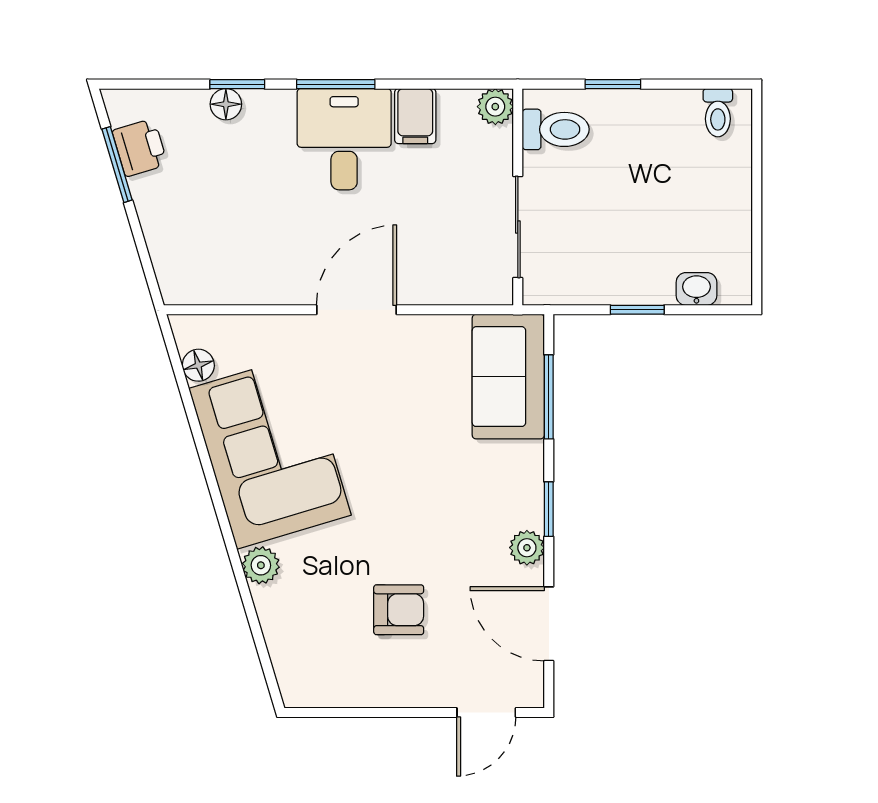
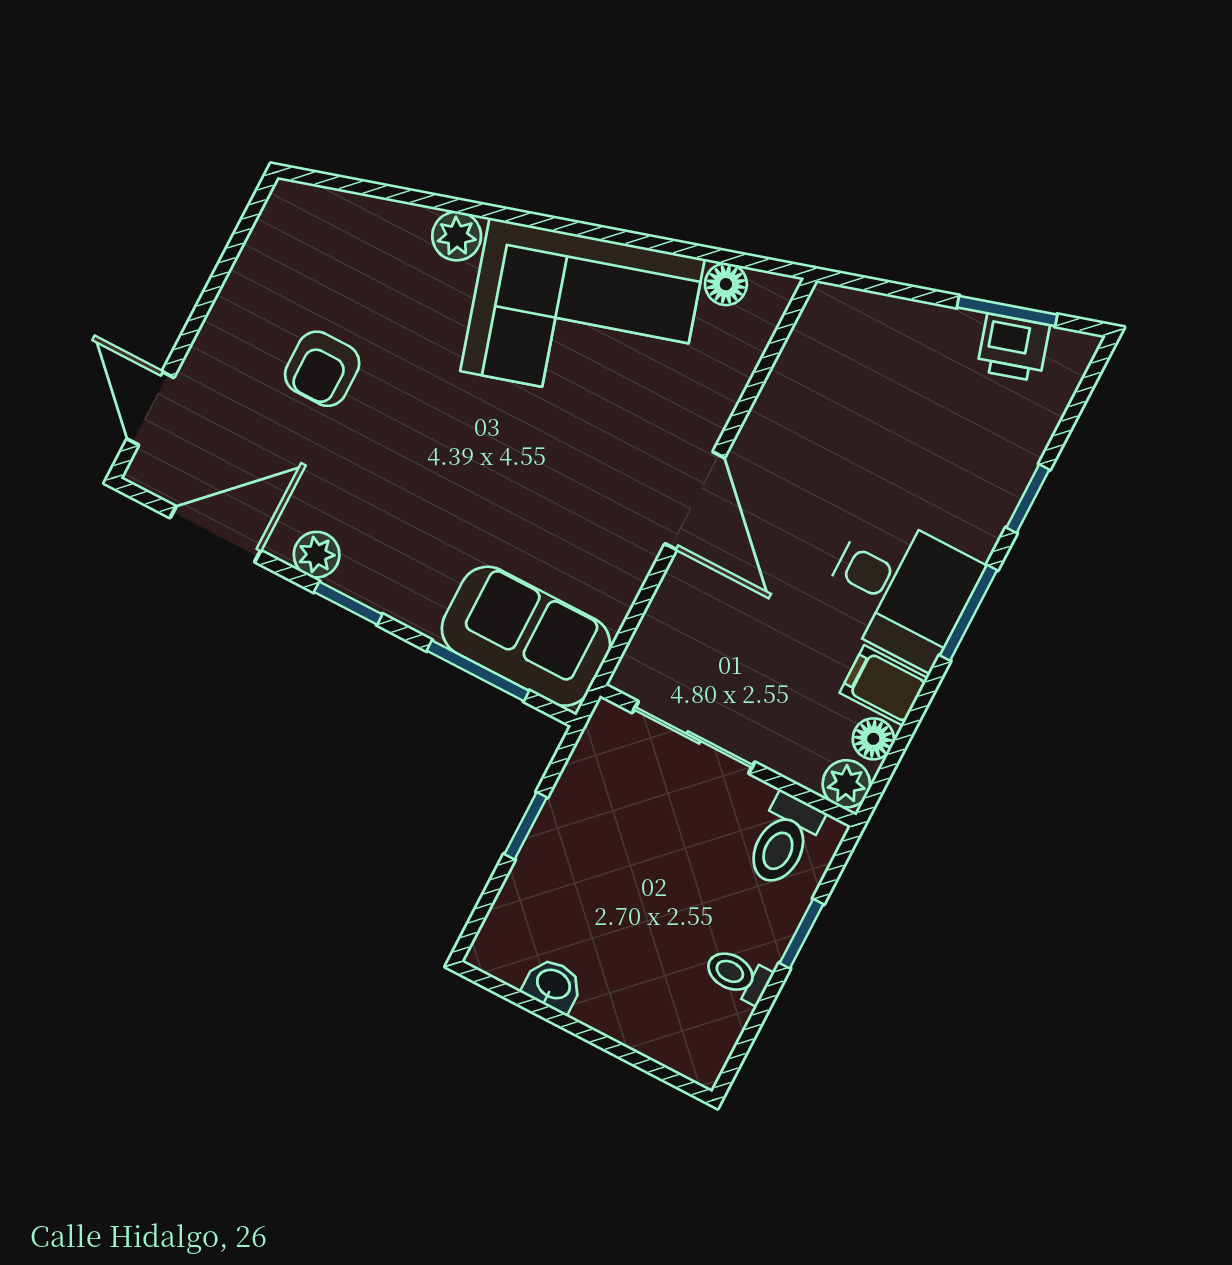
floor lamp: (226, 104) -> (873, 739), moved
toilet: (718, 113) -> (738, 975), moved
washbasin: (696, 289) -> (553, 985), moved, turned -90

